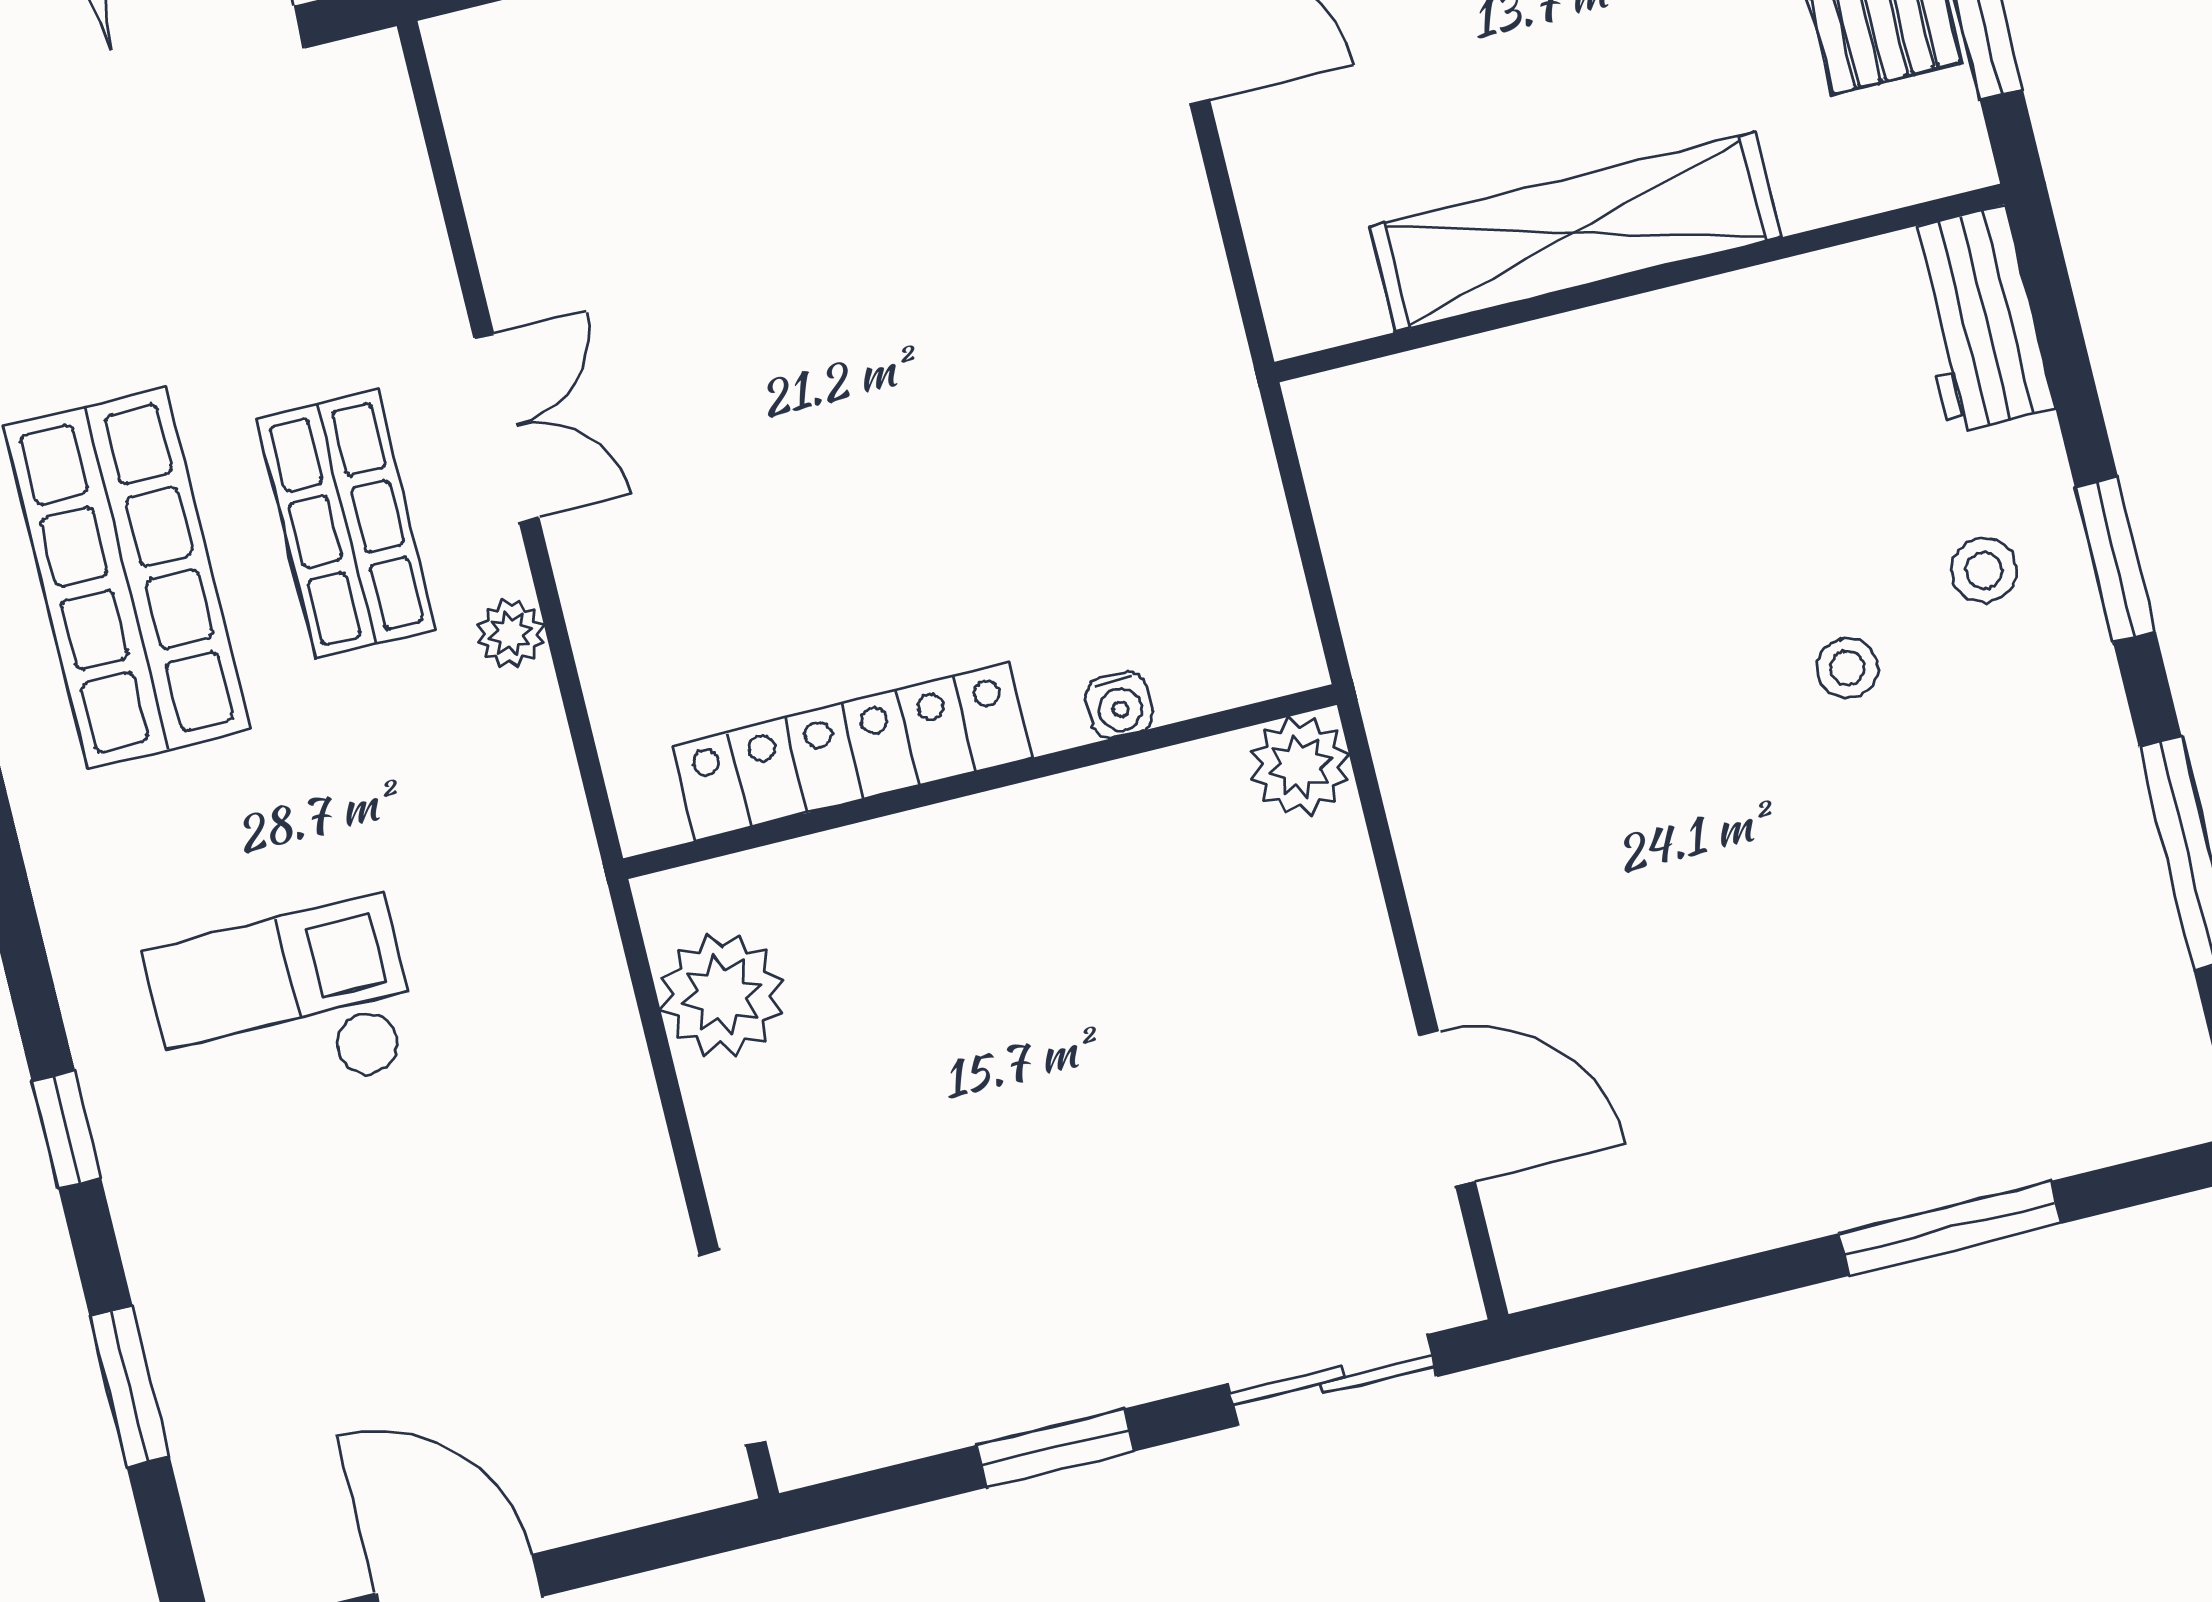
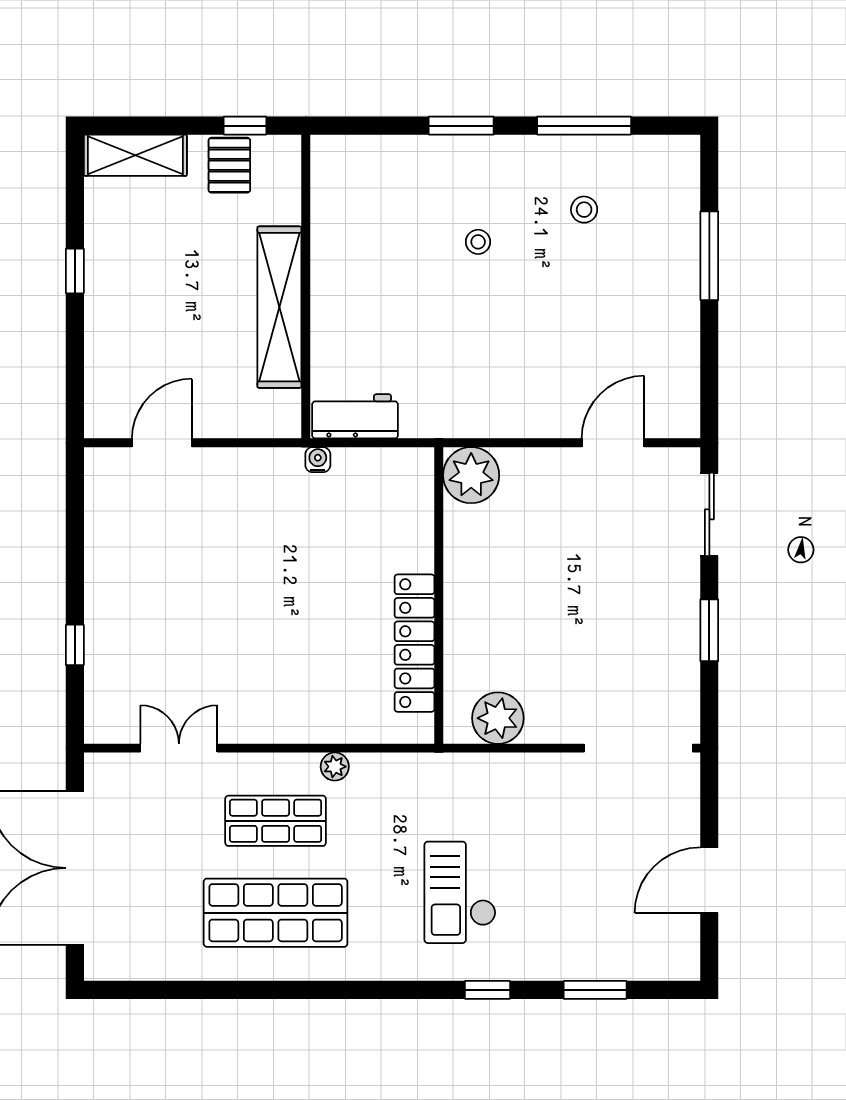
workbench: (1978, 319) -> (355, 416), moved, turned 180
double door: (506, 428) -> (179, 748), moved
stool: (1984, 570) -> (584, 210), moved
water cooler: (1119, 705) -> (318, 460), moved, turned -90
plant: (1300, 766) -> (471, 475), width x1.36, depth x1.36
doorway: (732, 1348) -> (638, 748), width x1.36

